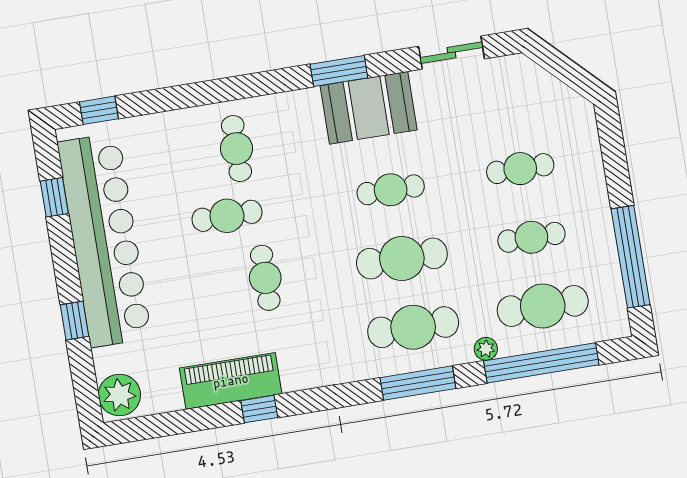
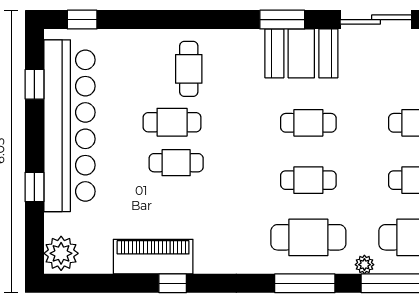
sliding door: (452, 53) -> (376, 20), width x1.37
cafe table: (402, 258) -> (308, 180), width x0.73, depth x0.74
cafe table: (265, 278) -> (176, 163), moved, turned 90

